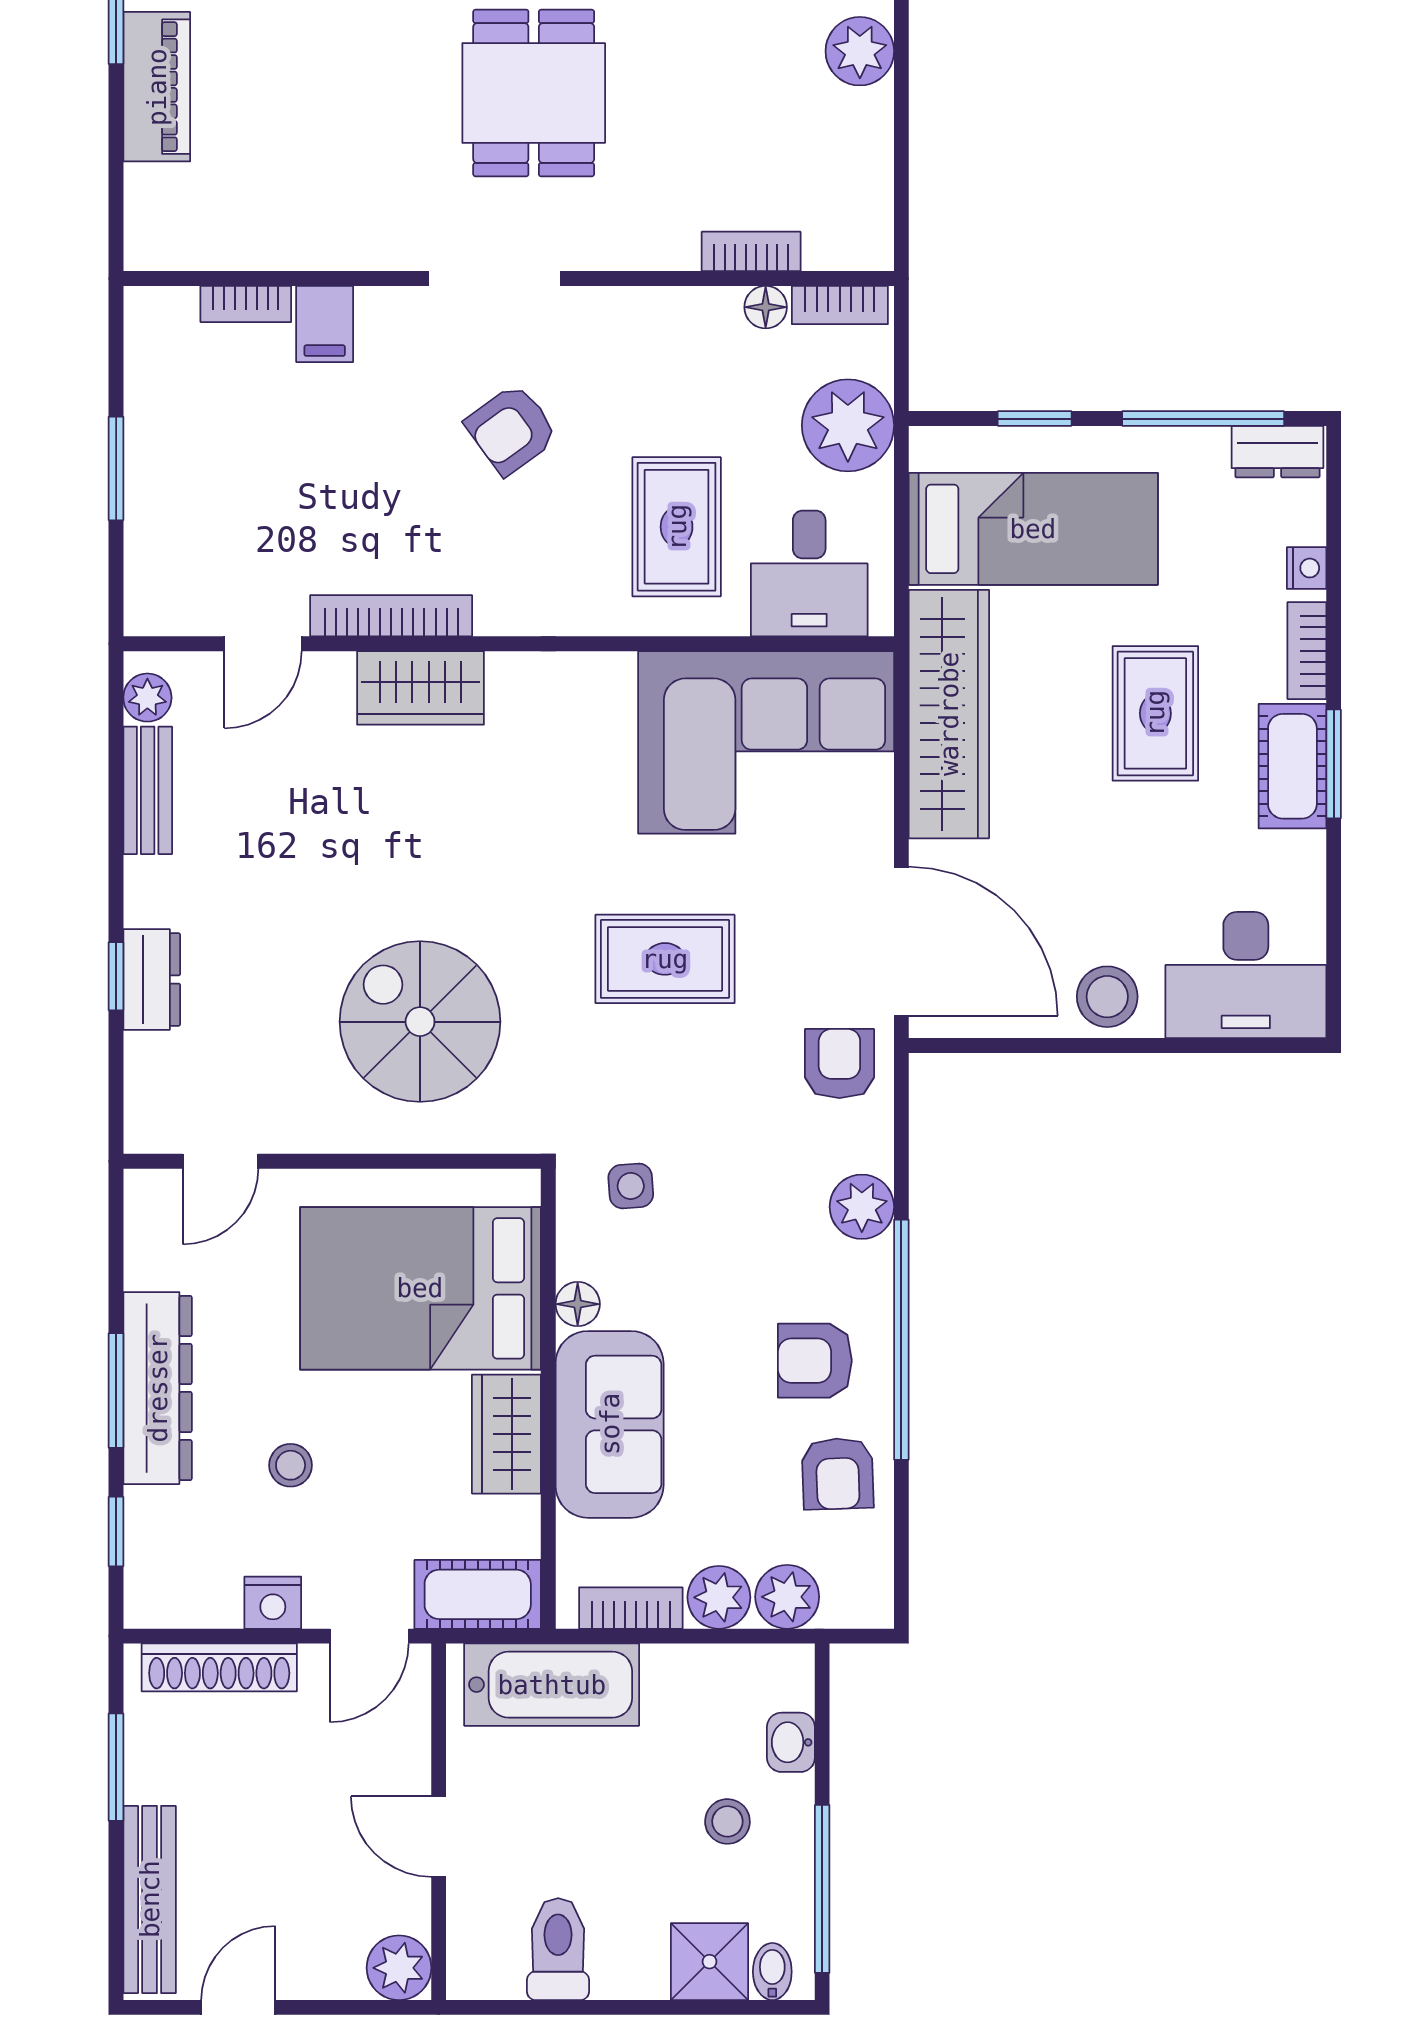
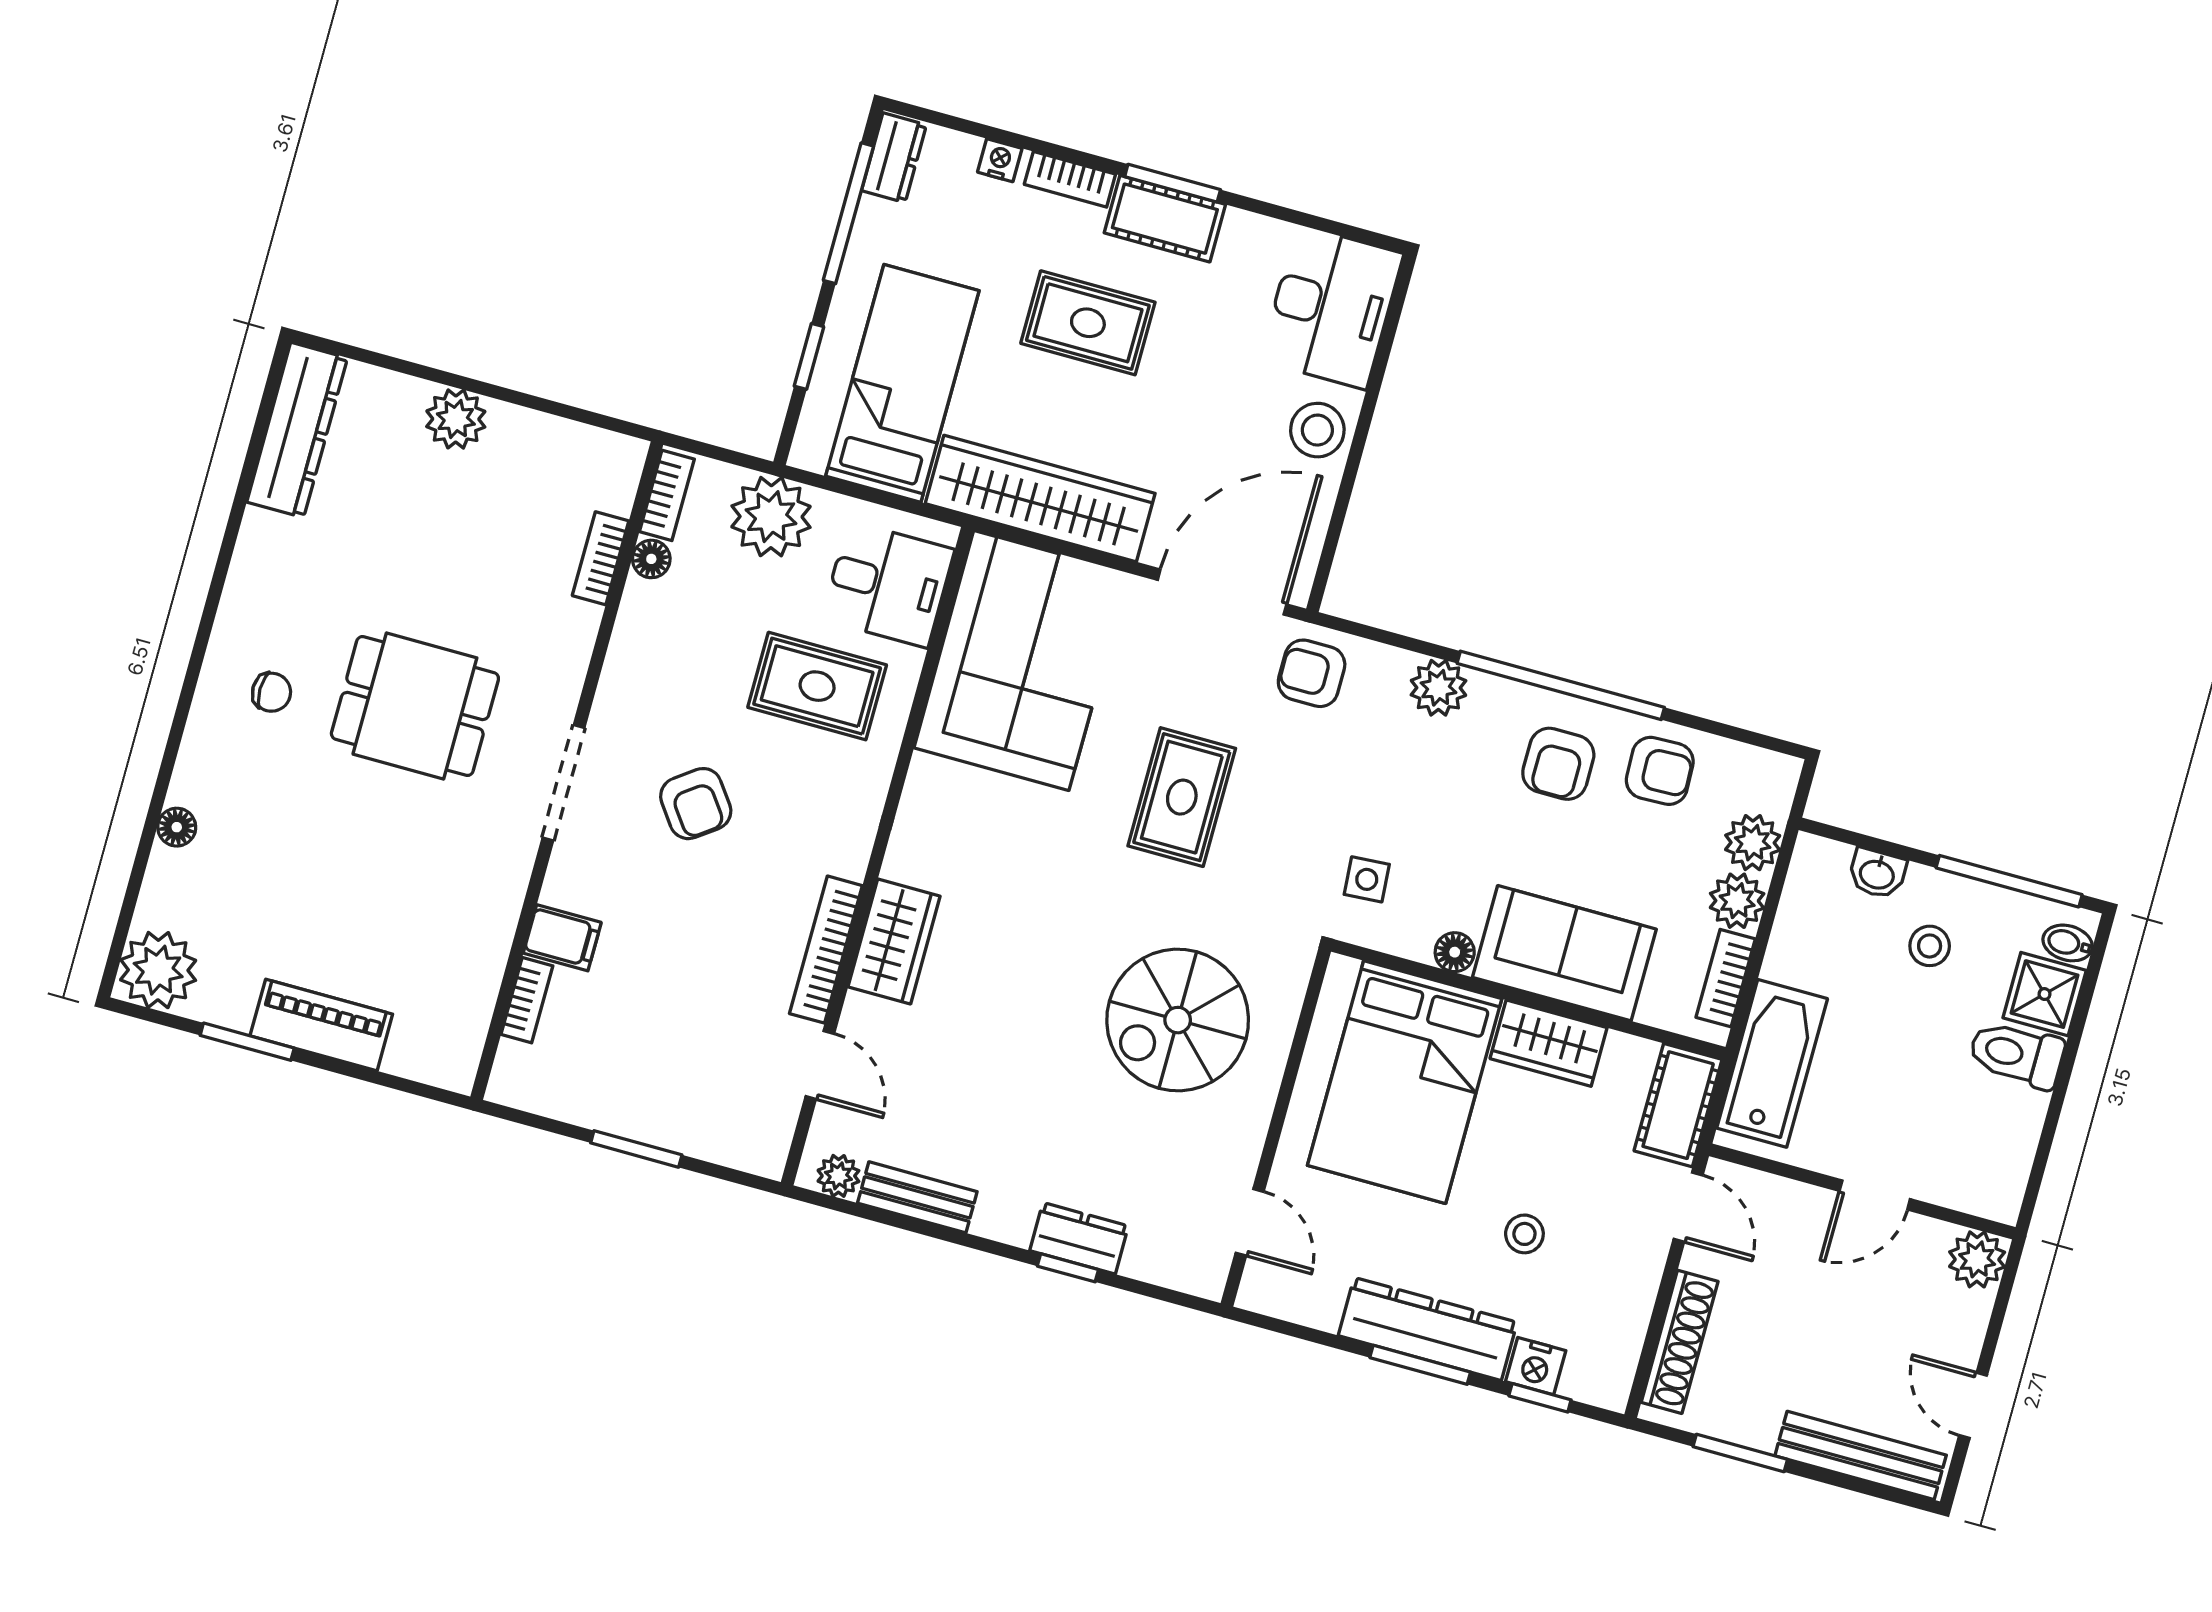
nightstand: (273, 1603) -> (1536, 1366), moved, turned 90
toilet: (558, 1949) -> (2016, 1054), moved

